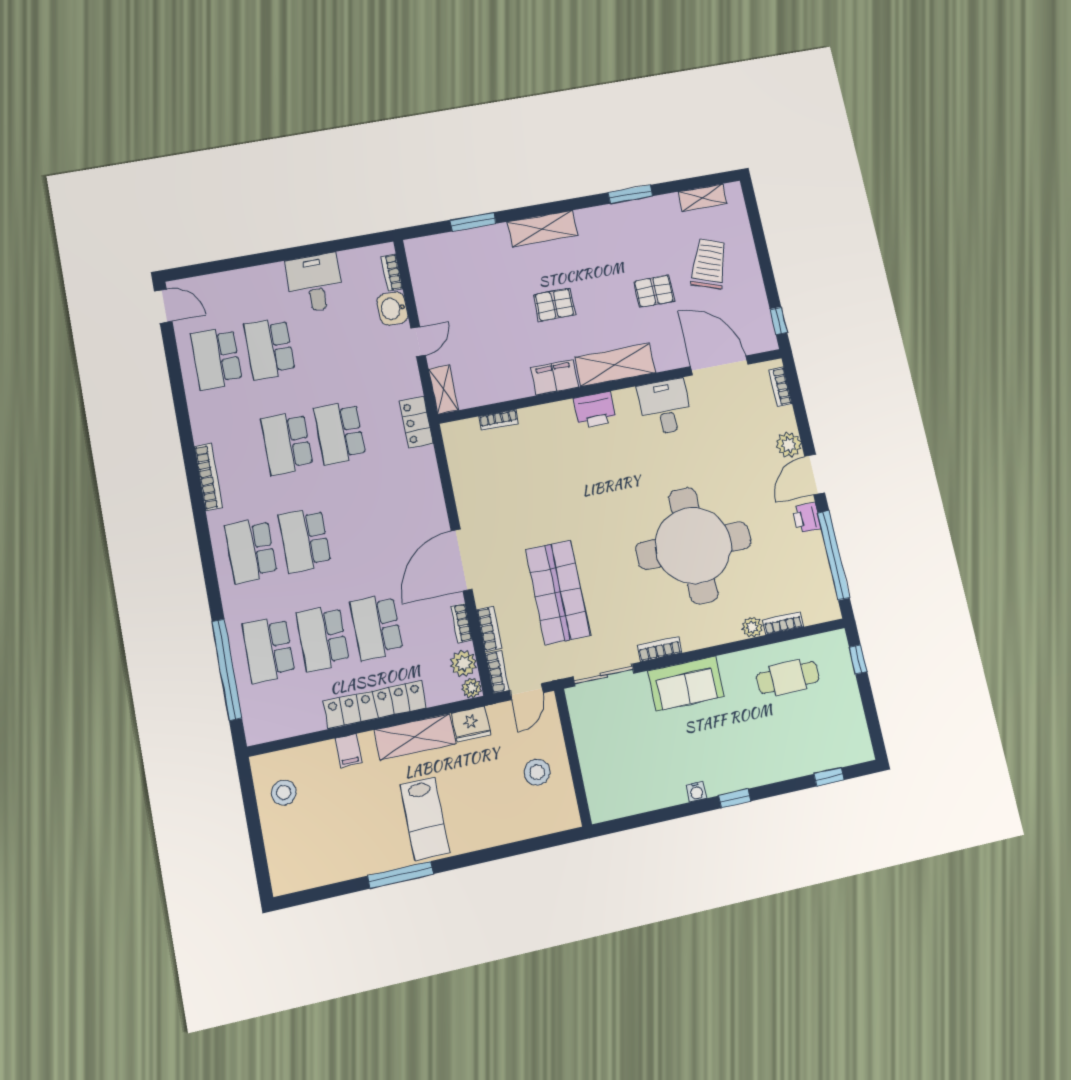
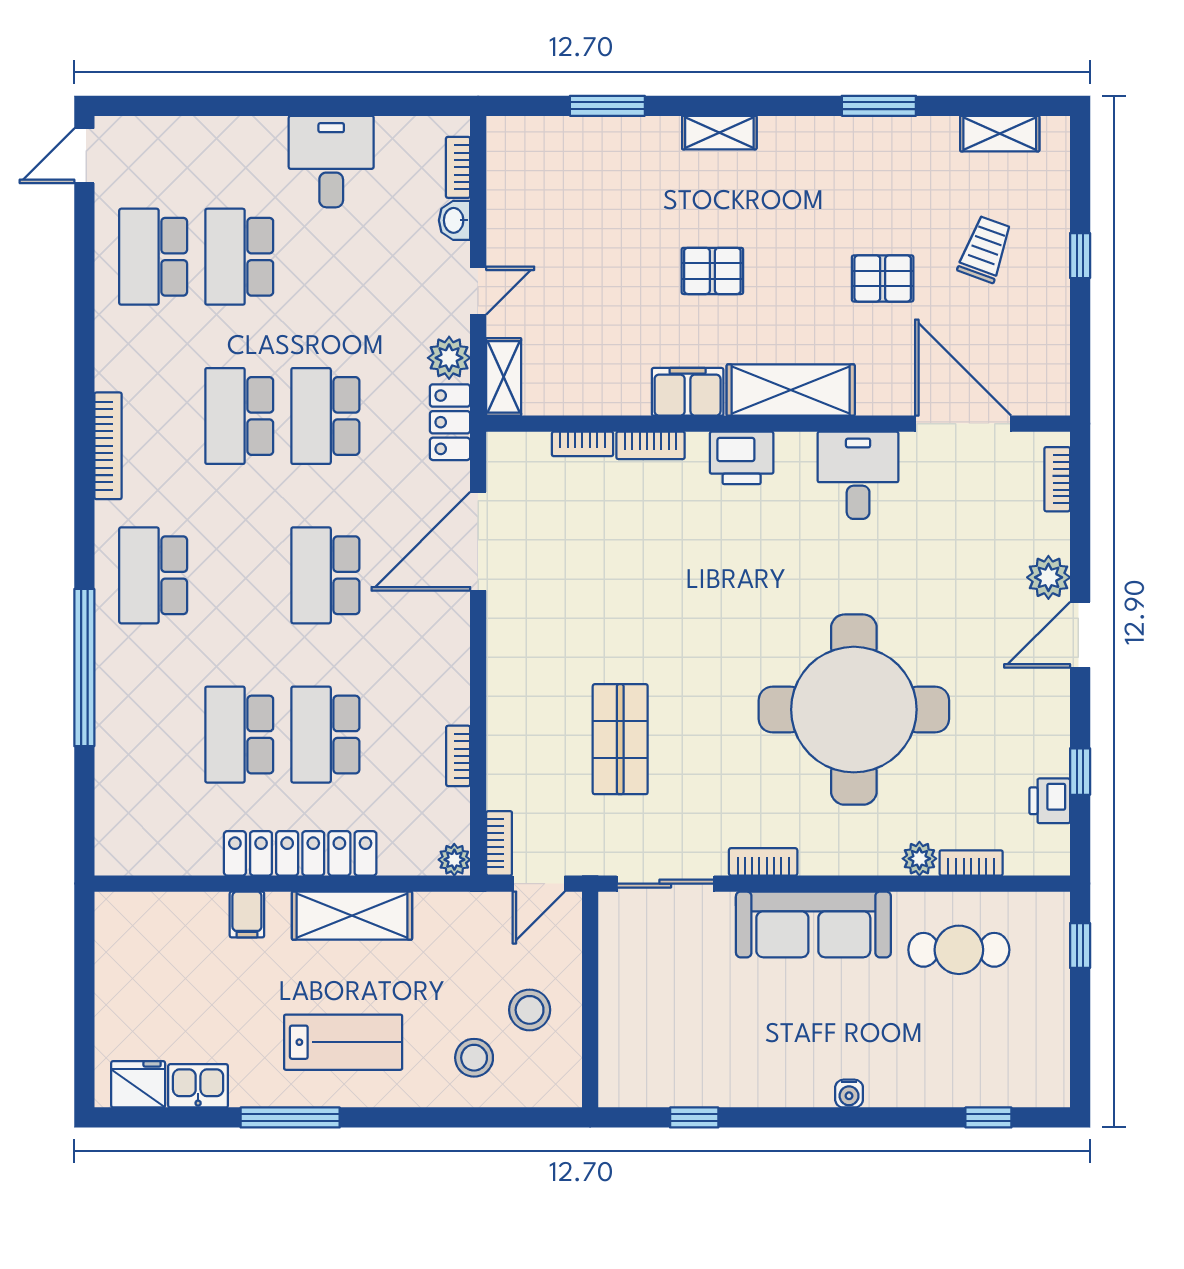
shelving: (542, 229) -> (719, 133), width x0.67, depth x0.75
trolley: (709, 264) -> (985, 249), width x0.73, depth x0.72
door: (163, 306) -> (84, 156), swing flipped
washbasin: (392, 309) -> (455, 220), width x0.72, depth x0.69
window: (779, 321) -> (1080, 256), moved
printer: (807, 518) -> (1050, 801), moved
school desk: (305, 540) -> (325, 575), moved
window: (834, 555) -> (1080, 772), width x0.32
door: (462, 560) -> (478, 541), moved
shop shelf: (558, 592) -> (620, 739), width x0.70, depth x0.74
bookcase: (489, 629) -> (651, 445), moved, turned 90
school desk: (269, 649) -> (153, 735), removed
plant: (463, 664) -> (449, 358), moved
window: (227, 670) -> (84, 668), moved
sofa: (686, 684) -> (813, 924), width x1.36
fridge: (471, 724) -> (138, 1084), moved, turned 180
water cooler: (696, 791) -> (849, 1094), moved
stool: (284, 792) -> (474, 1058), moved
window: (735, 798) -> (694, 1117), moved
lab bench: (425, 819) -> (343, 1042), turned -90
kitchen sink: (338, 868) -> (198, 1086), added

